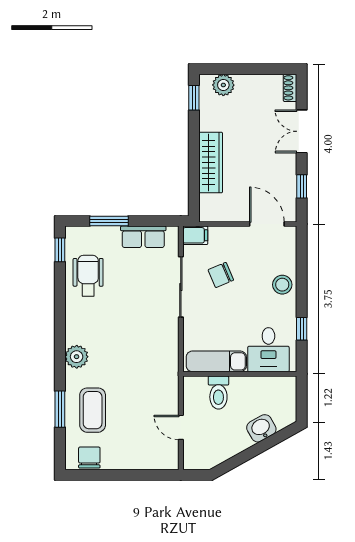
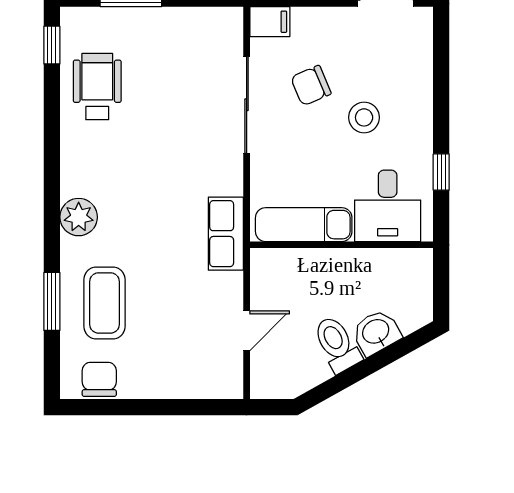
row of seats: (143, 237) -> (226, 234), moved, turned 90
stool: (282, 285) -> (364, 117), moved
toilet: (218, 393) -> (337, 344), moved, turned 151
door: (181, 427) -> (247, 331), swing flipped

